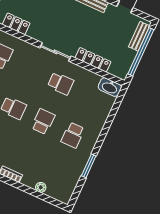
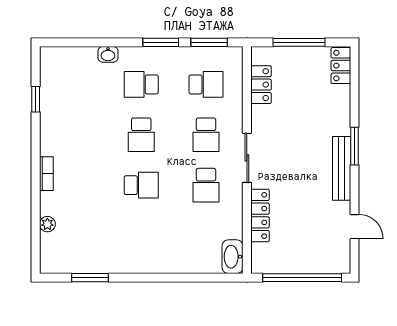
bench: (139, 36) -> (323, 265), removed
school desk: (73, 135) -> (206, 135), moved, turned -90
window: (89, 166) -> (90, 278), moved

